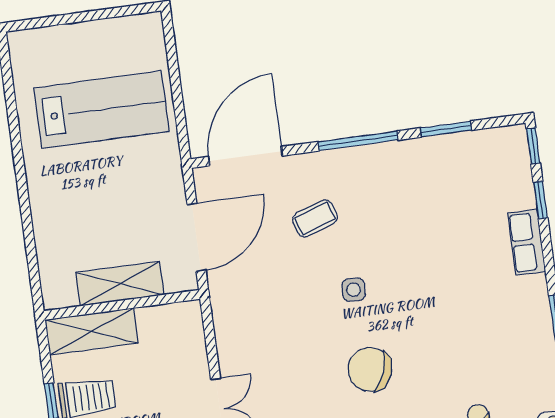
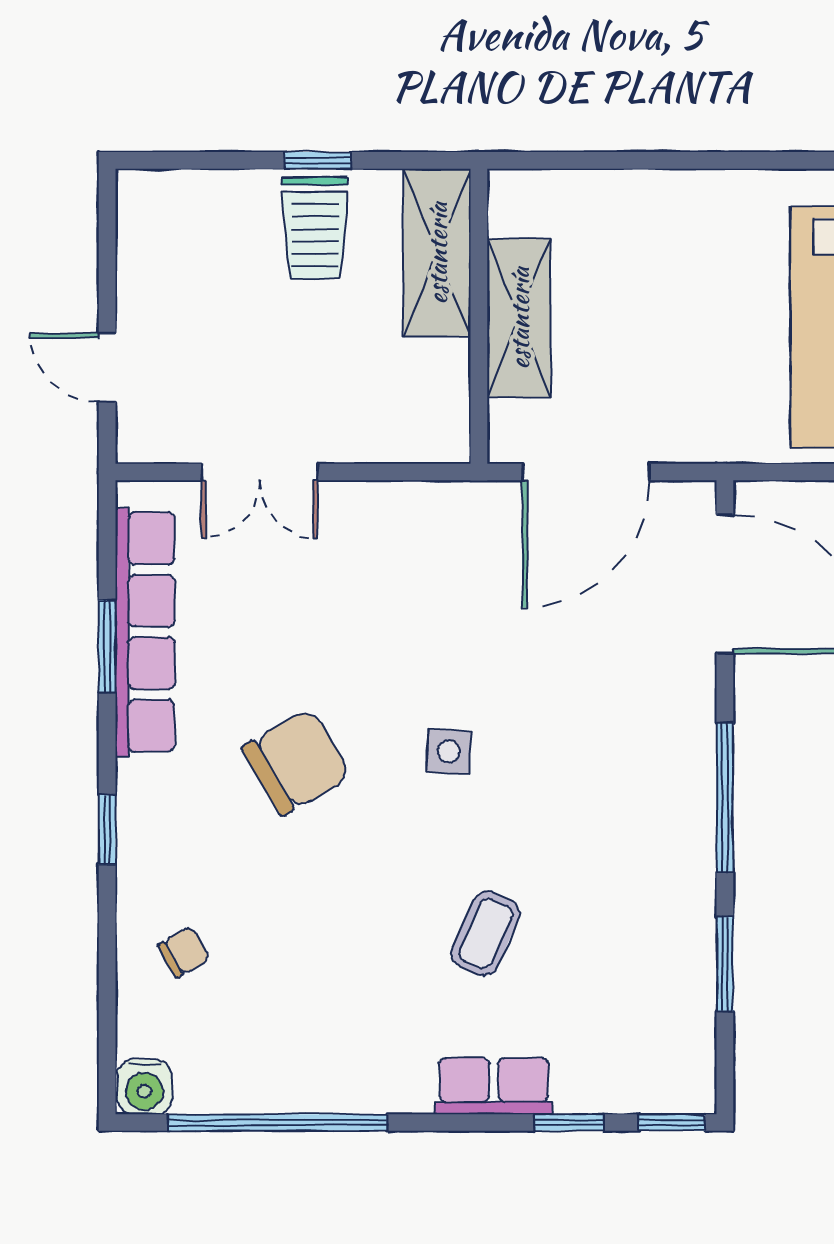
coffee table: (315, 218) -> (486, 933), moved, turned 43
door: (196, 237) -> (586, 472), hinge flipped
chair: (370, 369) -> (296, 762), turned 40

